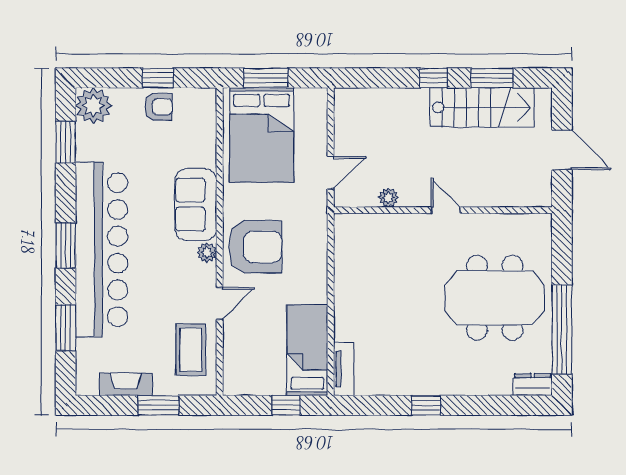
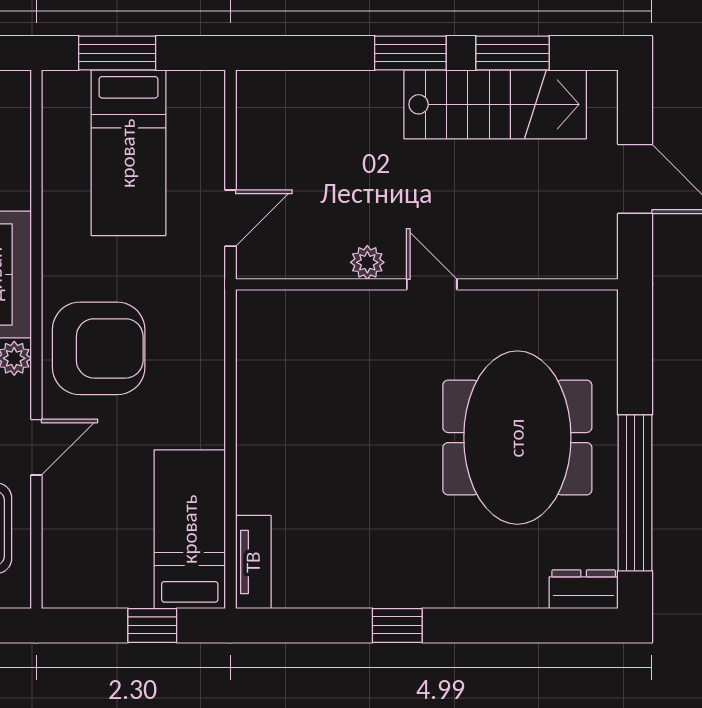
window: (433, 78) -> (410, 53), width x1.50
bed: (262, 135) -> (128, 153), width x0.67
plant: (388, 198) -> (367, 262), moved
meeting table: (495, 298) -> (517, 438), turned 90

